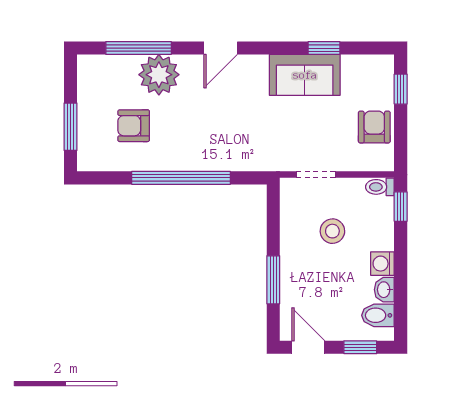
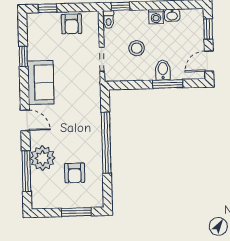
sofa: (305, 75) -> (41, 83), moved
armchair: (374, 127) -> (72, 24), turned -90
bidet: (378, 315) -> (163, 70), moved, turned 180

